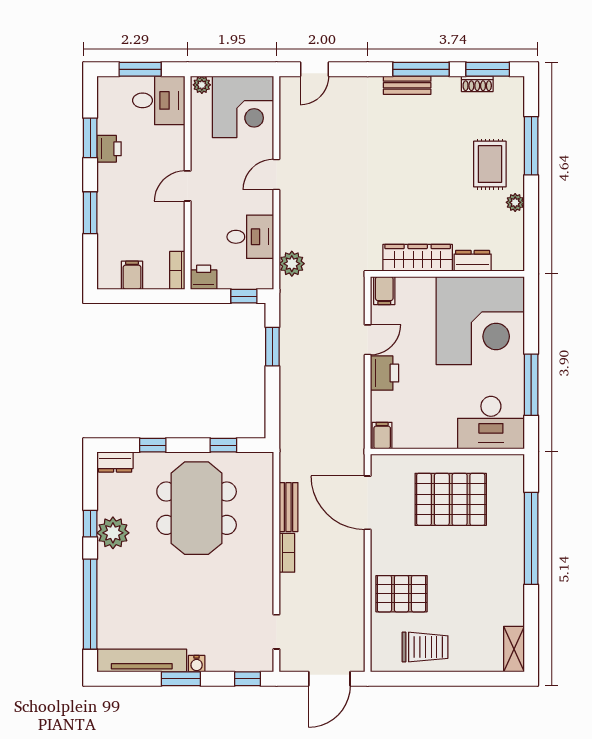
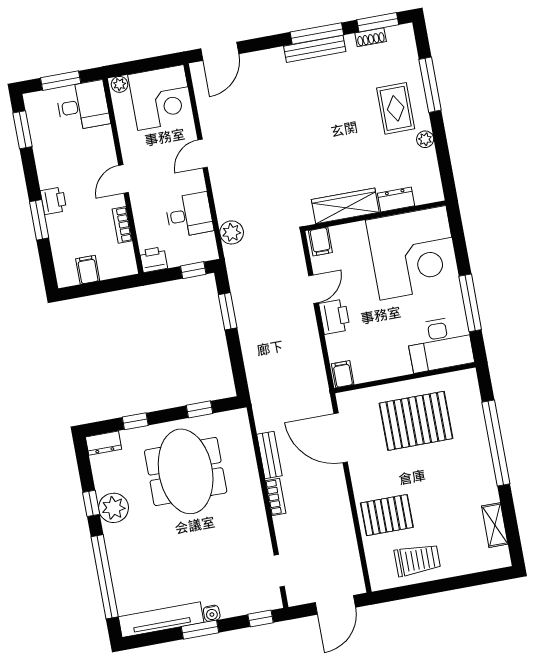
door: (315, 69) -> (220, 51), width x1.38
bench: (407, 85) -> (315, 49), width x1.36
window: (90, 138) -> (23, 130), moved
printer: (109, 149) -> (53, 201), moved
bookcase: (177, 270) -> (122, 225), moved
shelving: (514, 649) -> (495, 525), moved

